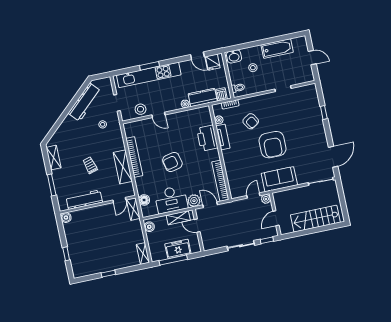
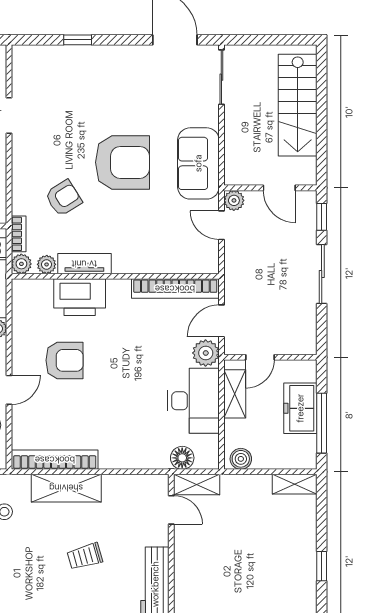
plant: (217, 108) -> (21, 264), added
bookcase: (134, 157) -> (55, 460), moved
armchair: (172, 162) -> (64, 360), moved, turned -77
shelving: (123, 167) -> (66, 488), moved

